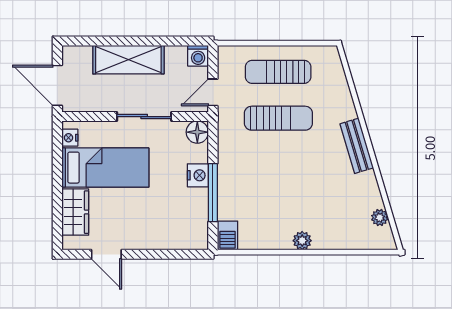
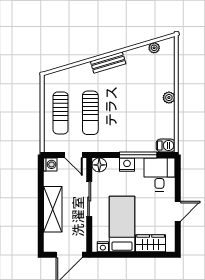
sun lounger: (278, 118) -> (90, 113), turned 180
desk: (183, 226) -> (159, 174), added
door: (106, 254) -> (178, 211), moved

